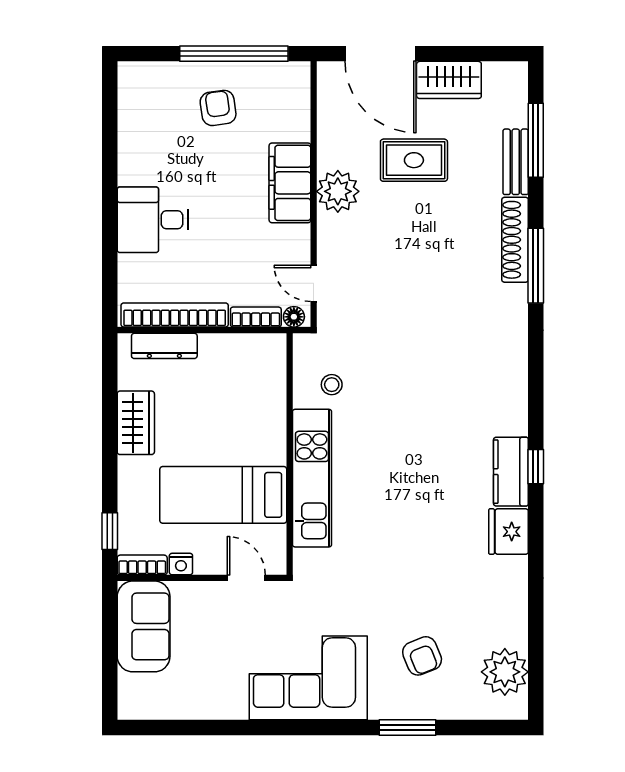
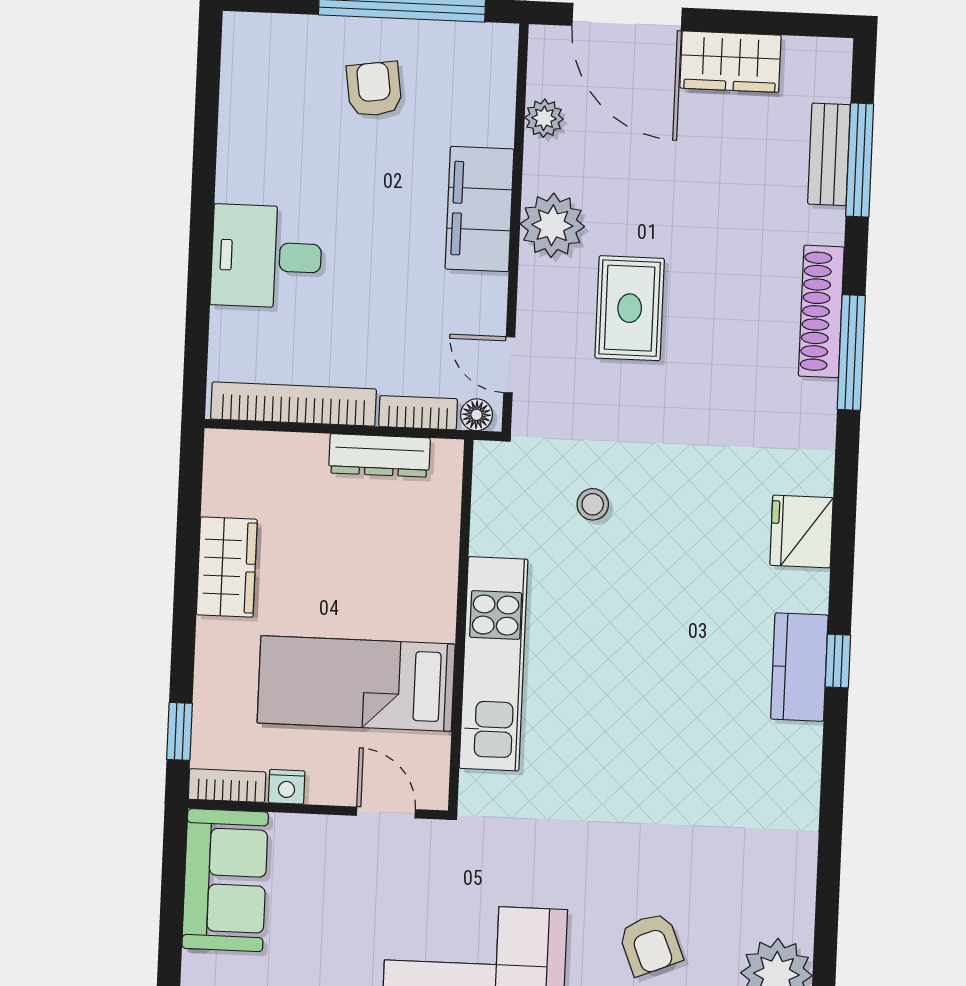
plant: (329, 122) -> (544, 118), added
rug: (414, 160) -> (630, 308), moved, turned 90
bench: (516, 162) -> (829, 154), moved
dresser: (164, 346) -> (379, 455), moved
stool: (332, 385) -> (593, 504), moved
fridge: (509, 532) -> (802, 531), moved

